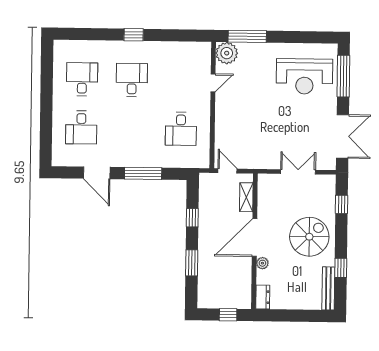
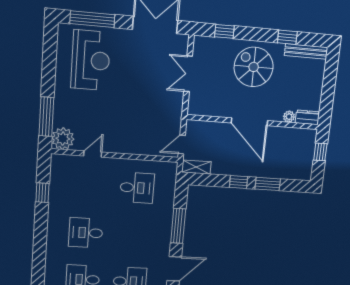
window: (134, 35) -> (42, 193), moved
door: (213, 83) -> (93, 154), hinge flipped
shelving: (246, 197) -> (196, 167), moved
window: (192, 218) -> (239, 182), moved
plant: (262, 263) -> (289, 117), moved

